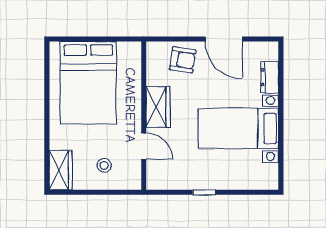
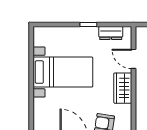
dresser: (270, 77) -> (111, 33), moved, turned 90

